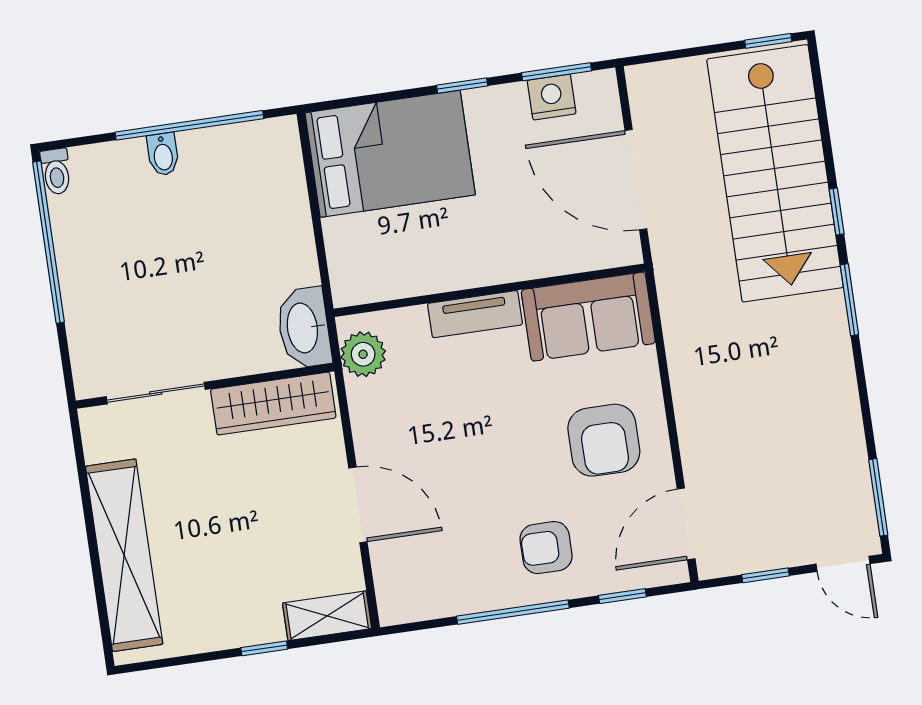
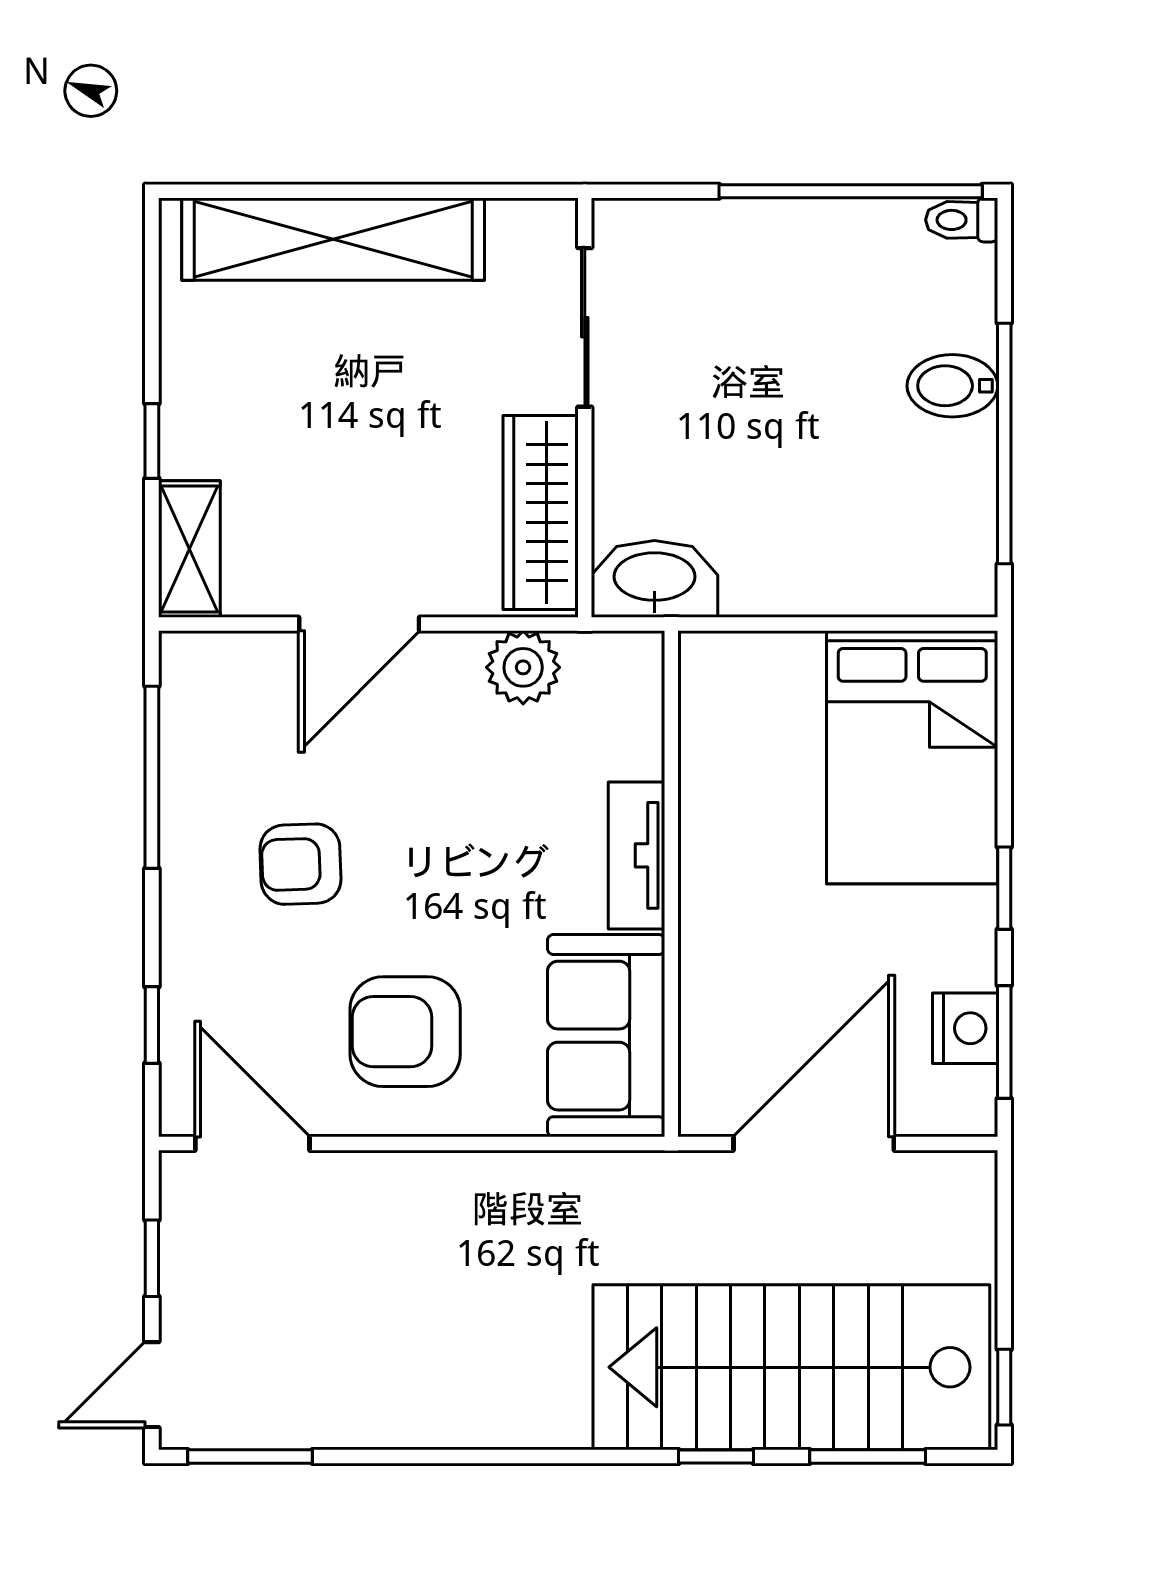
bidet: (163, 154) -> (952, 386), width x1.38, depth x1.36
window: (849, 300) -> (868, 1456), moved
plant: (363, 354) -> (523, 667), moved
armchair: (546, 548) -> (300, 864), moved, turned -92
window: (513, 612) -> (152, 777), moved

